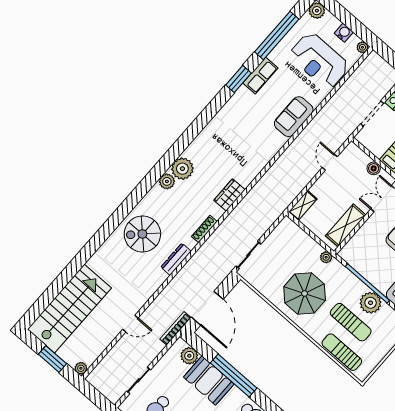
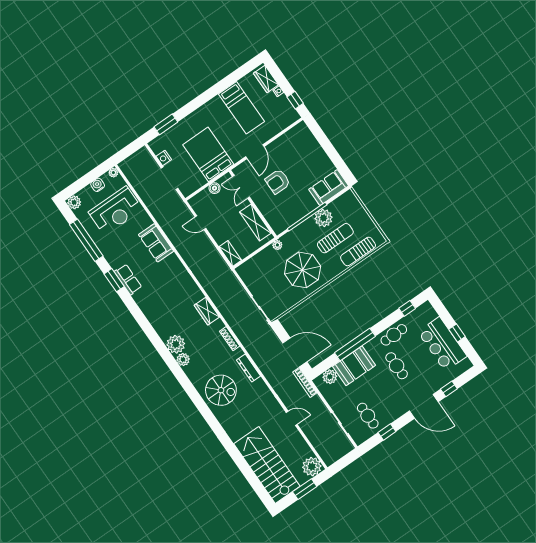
row of seats: (260, 76) -> (128, 279), moved
spiral stairs: (142, 234) -> (221, 390), turned -90
door: (130, 324) -> (292, 418), hinge flipped
plant: (81, 368) -> (312, 467), width x1.88, depth x1.88

